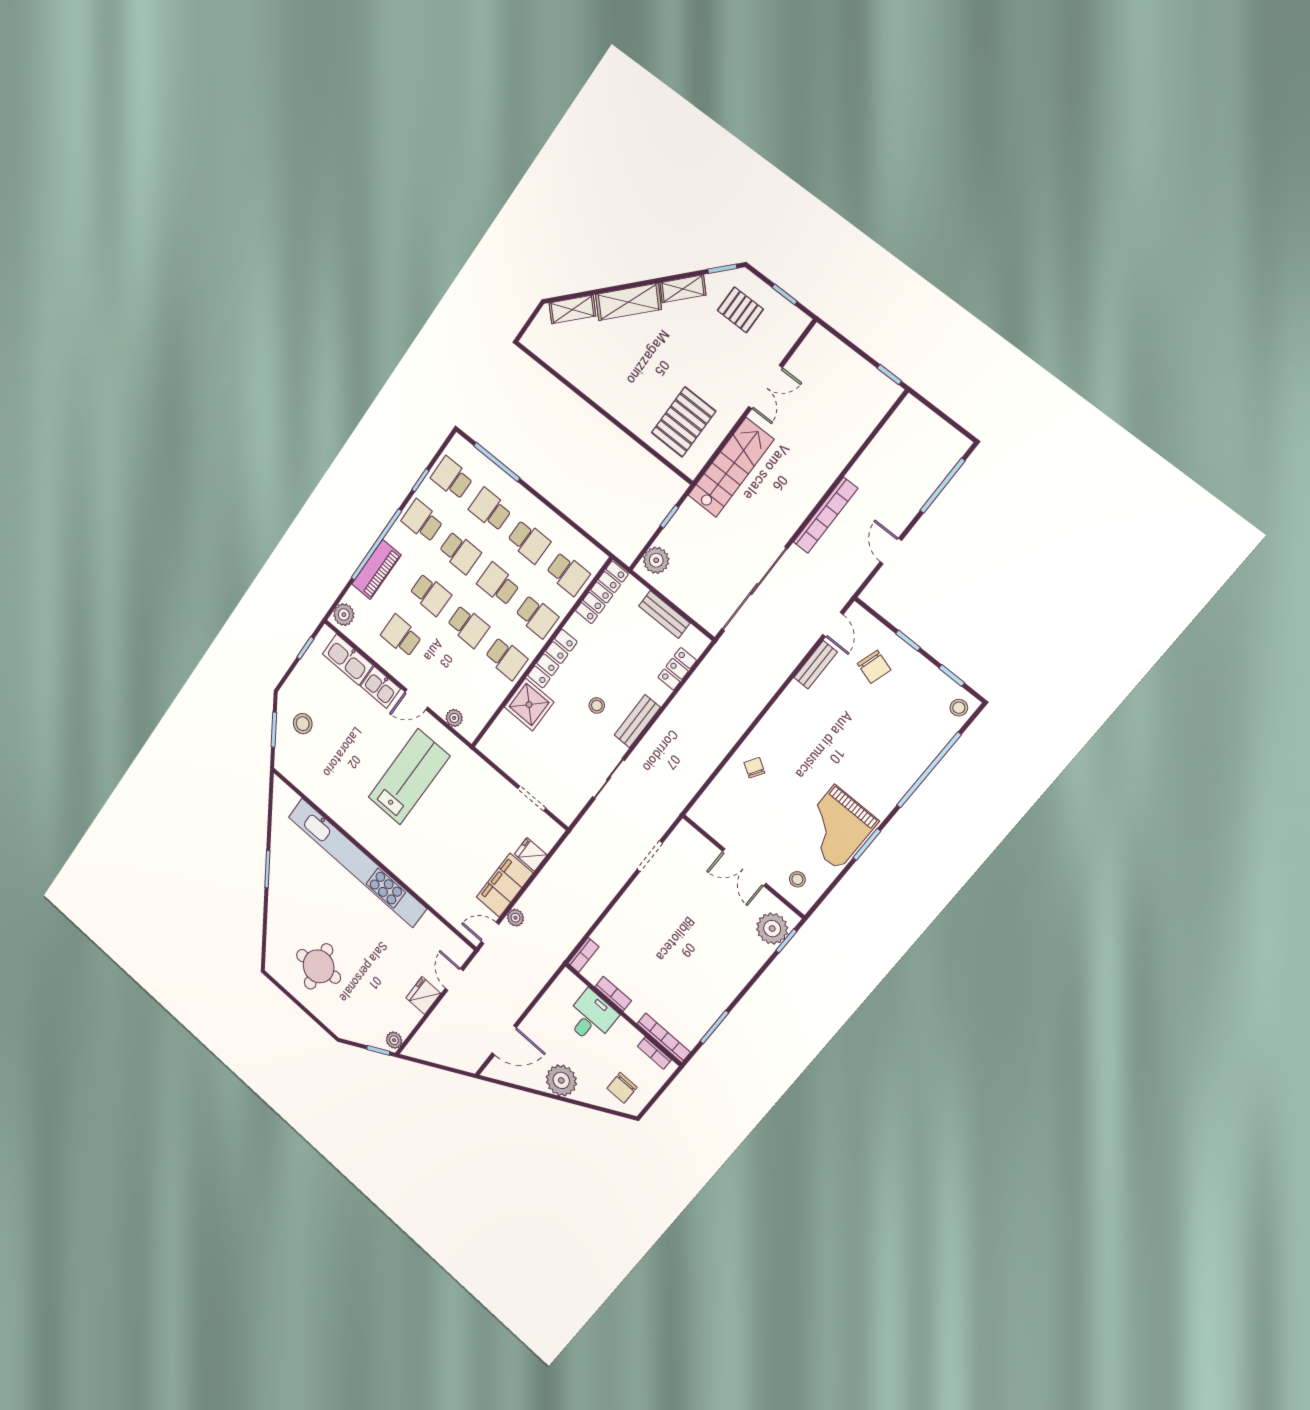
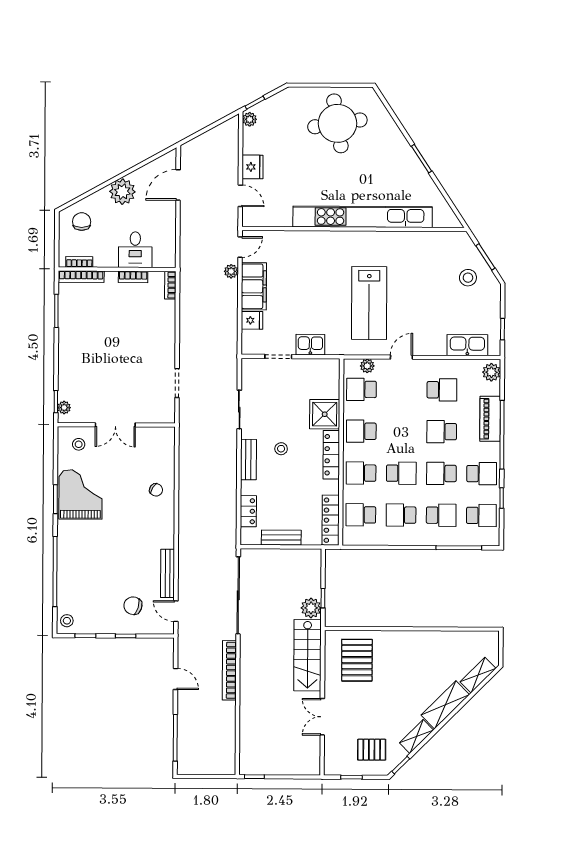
plant: (656, 560) -> (311, 608), moved
school desk: (468, 626) -> (361, 389), moved
bench: (816, 665) -> (168, 573), width x1.36
kitchen sink: (380, 687) -> (310, 345), moved
double door: (744, 867) -> (115, 425), swing flipped
plant: (772, 929) -> (64, 408), width x0.53, depth x0.53
round table: (319, 966) -> (337, 123), width x1.36, depth x1.36

